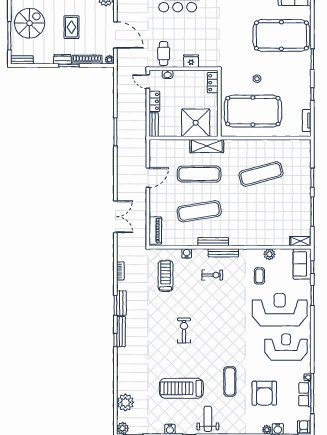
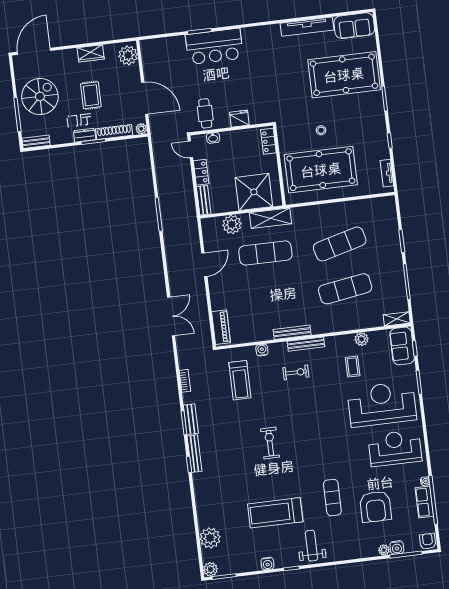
plant: (174, 147) -> (232, 224), added
exercise mat: (199, 211) -> (345, 289), moved
treadmill: (166, 276) -> (240, 380), turned 180

